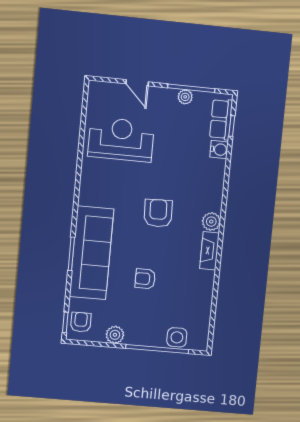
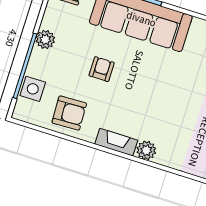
armchair: (158, 213) -> (69, 113), moved
plant: (115, 335) -> (45, 39), moved

